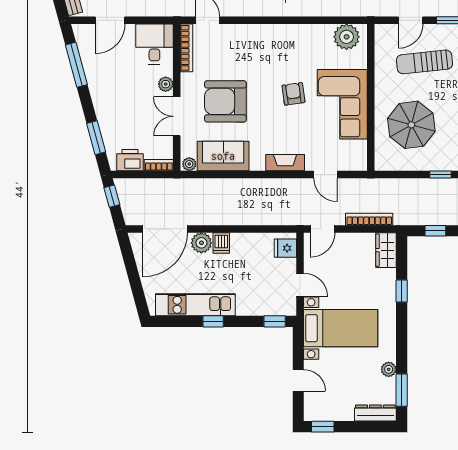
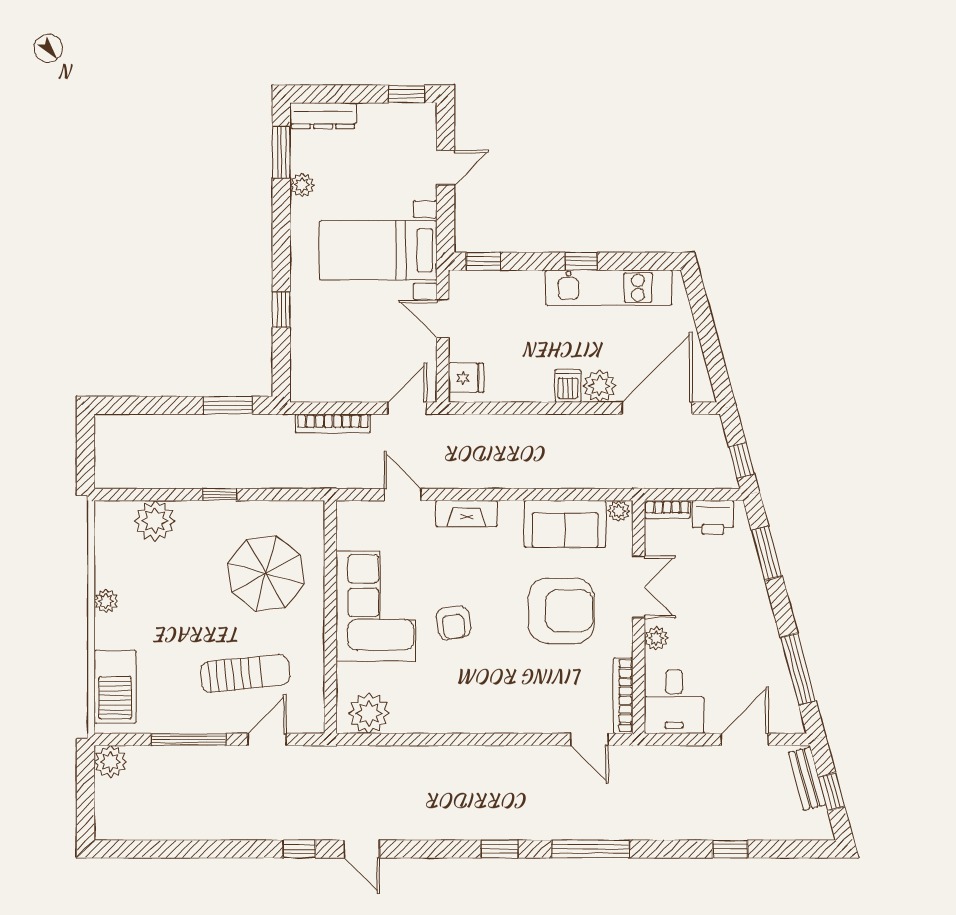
window: (435, 231) -> (228, 405), width x1.50
wardrobe: (386, 250) -> (306, 374), removed
door: (298, 380) -> (446, 168), swing flipped

